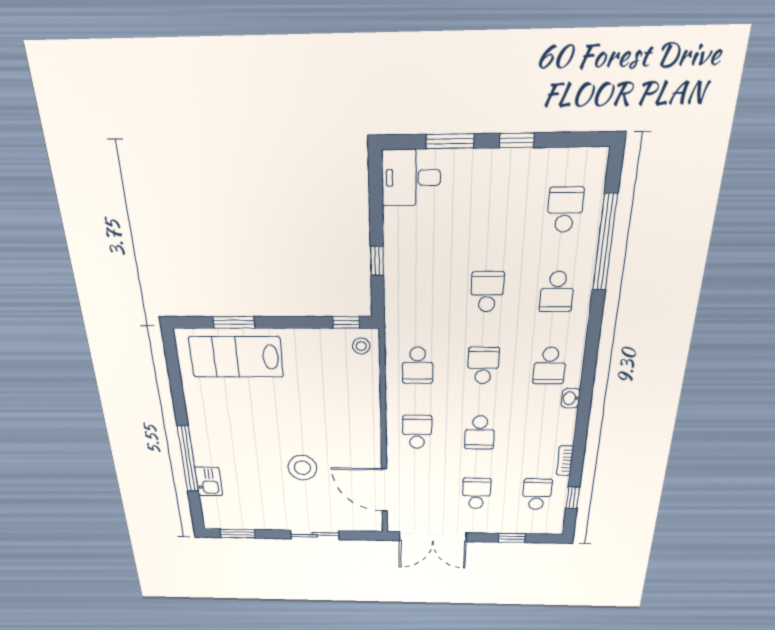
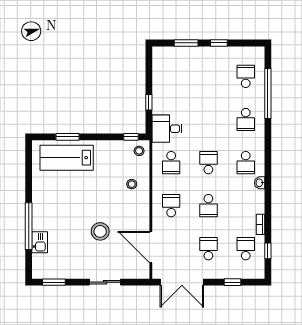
desk: (411, 178) -> (167, 129), moved
school desk: (487, 292) -> (208, 120), removed
stool: (350, 399) -> (132, 184), added

